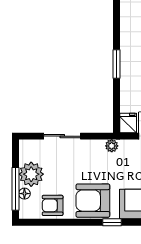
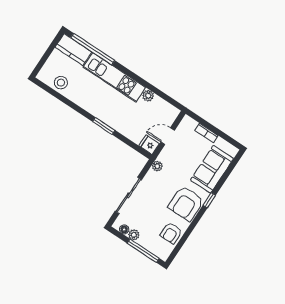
sliding door: (62, 136) -> (128, 195), width x1.37
plant: (31, 174) -> (134, 235), width x0.53, depth x0.53
floor lamp: (24, 194) -> (124, 229), moved

